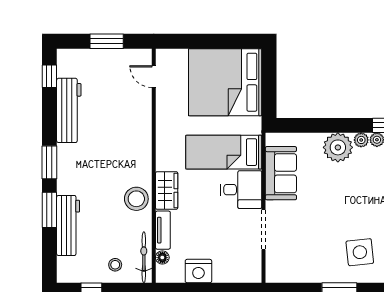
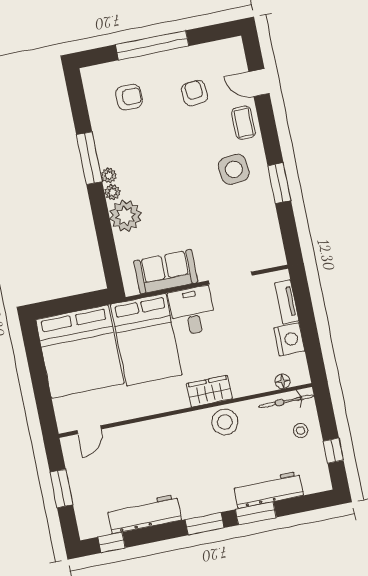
bed: (224, 152) -> (146, 340), width x1.50
tv unit: (163, 230) -> (287, 302), moved, turned -90

